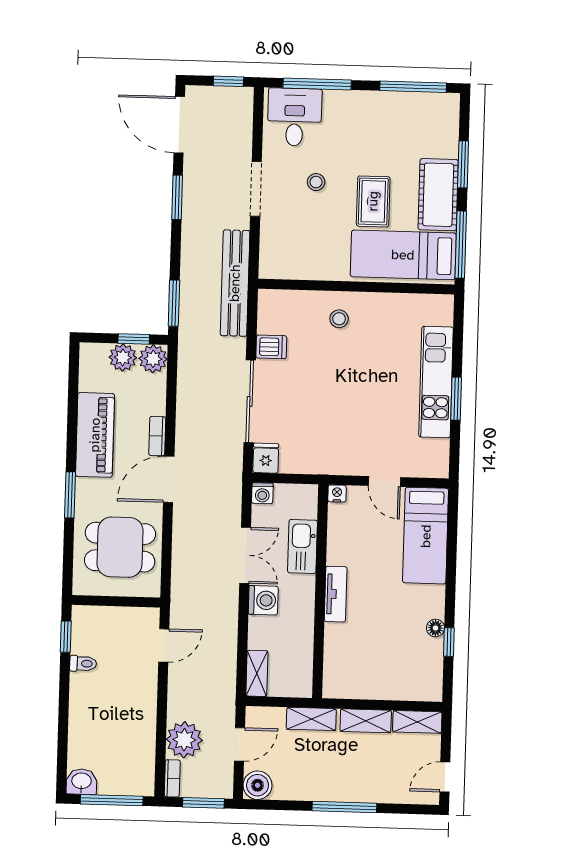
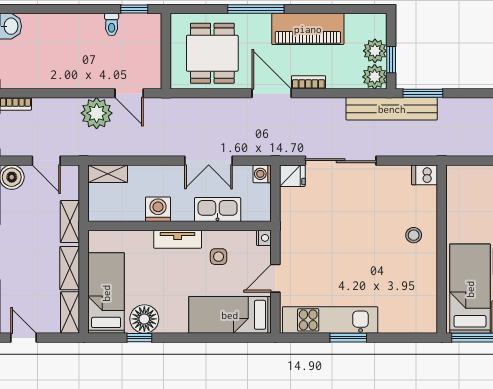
bench: (235, 283) -> (392, 109), moved
dishwasher: (271, 347) -> (425, 175), moved, turned 90
kitchen unit: (436, 382) -> (330, 320), moved
window: (70, 495) -> (256, 9), width x1.44
side table: (357, 547) -> (219, 257), added
washing machine: (263, 600) -> (158, 209), moved, turned 180
floor lamp: (436, 628) -> (144, 319), width x1.89, depth x1.89
bed: (396, 679) -> (106, 293), added
plant: (184, 740) -> (97, 113), moved

